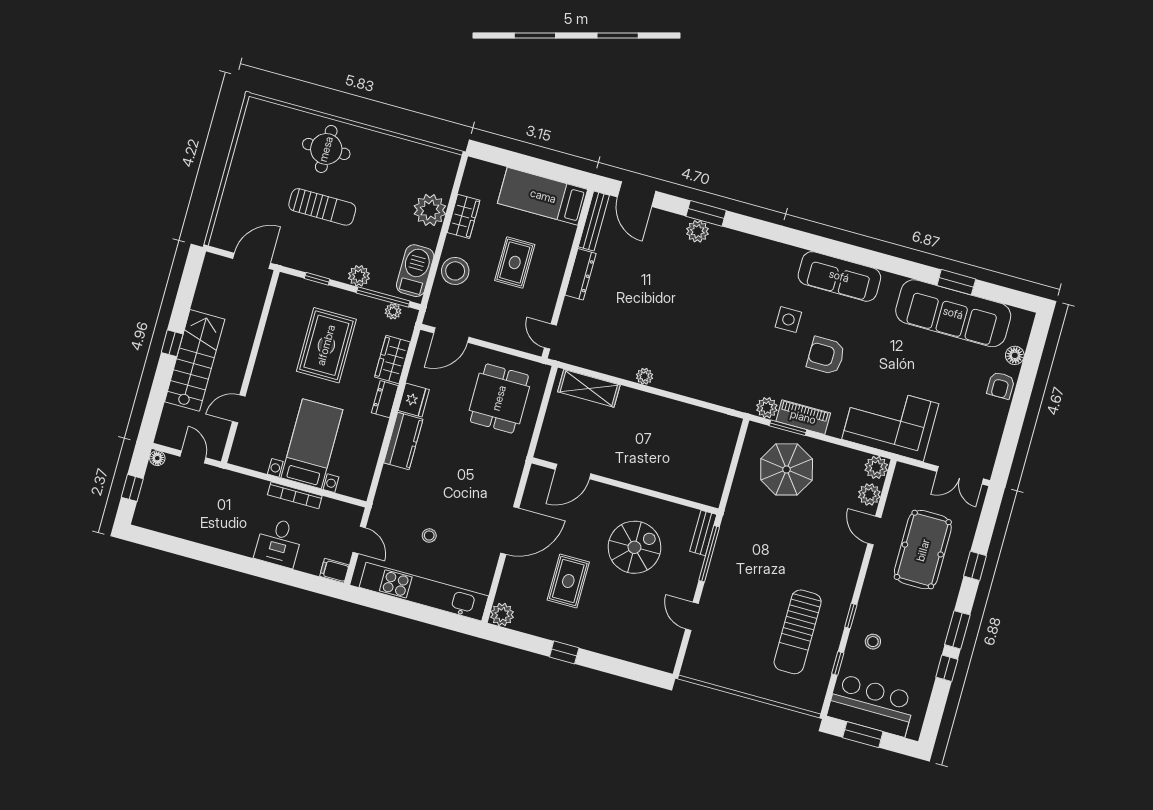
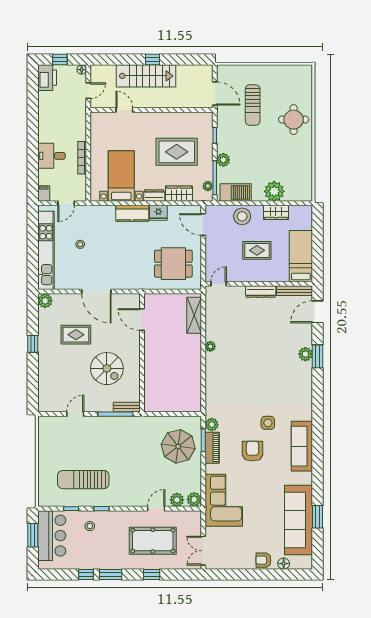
sun lounger: (322, 207) -> (253, 105), moved
bed with nightstands: (312, 444) -> (121, 176), moved, turned -90
printer: (155, 516) -> (47, 78), added

